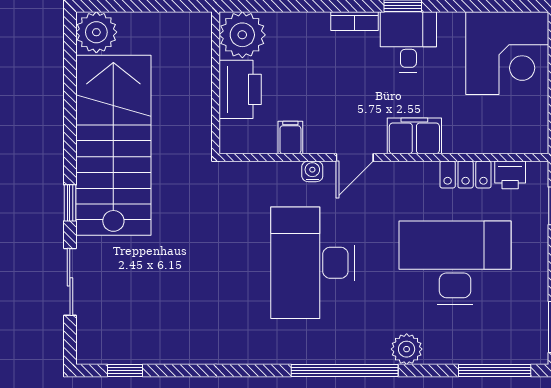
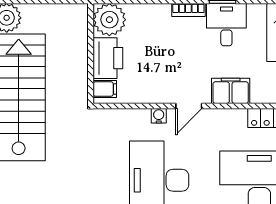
filing cabinet: (290, 137) -> (105, 89), moved, turned 90

